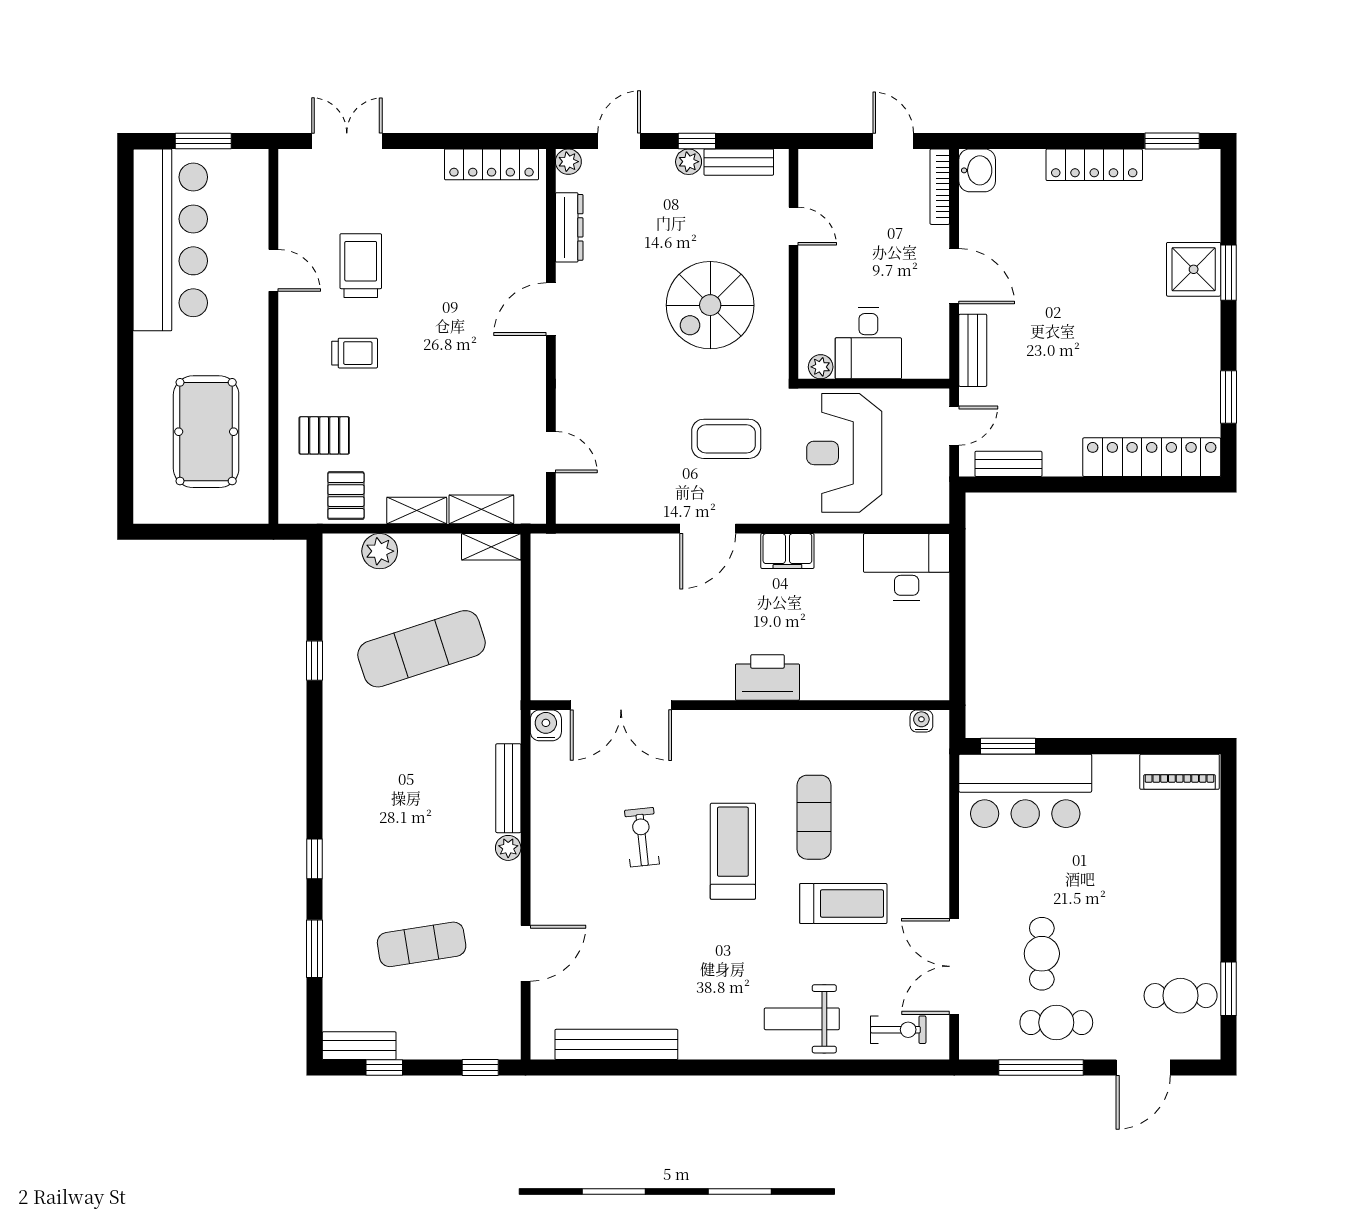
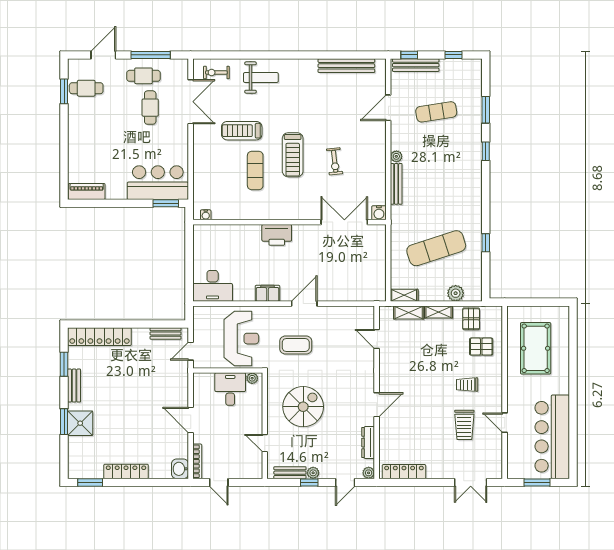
bench: (973, 350) -> (74, 386), moved
bench: (359, 1046) -> (416, 65), moved, width x1.36

